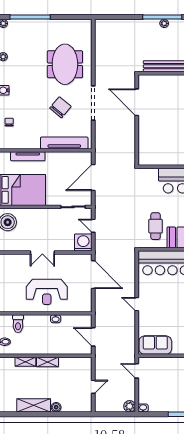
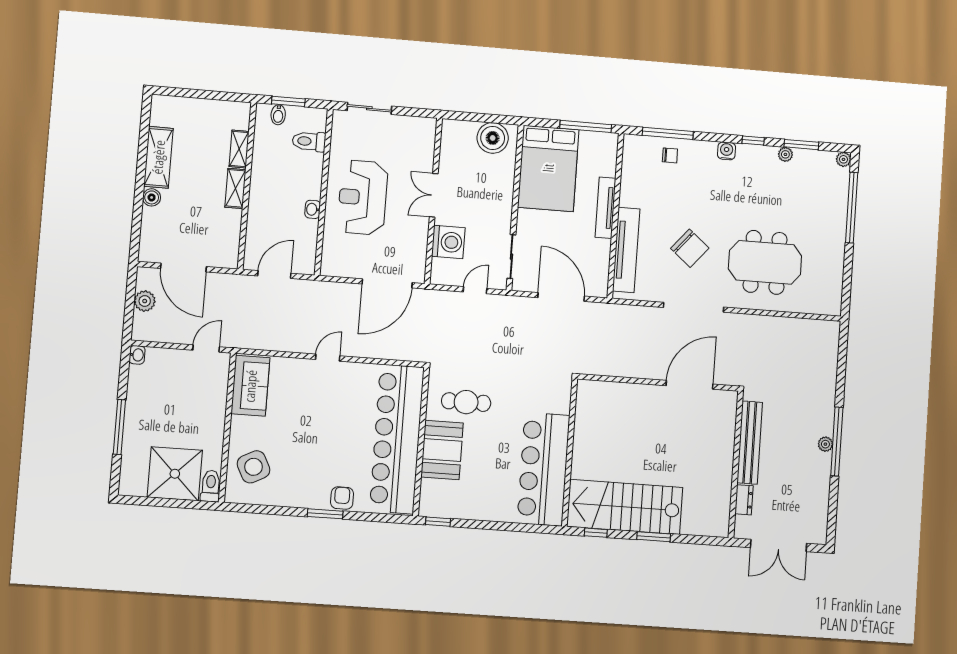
tv unit: (28, 156) -> (605, 208), moved
washing machine: (83, 243) -> (448, 242), moved
door: (93, 387) -> (183, 267), width x1.88
plant: (130, 406) -> (145, 301), moved

